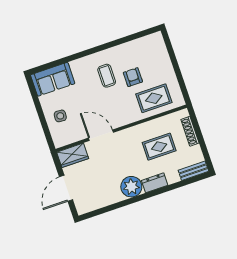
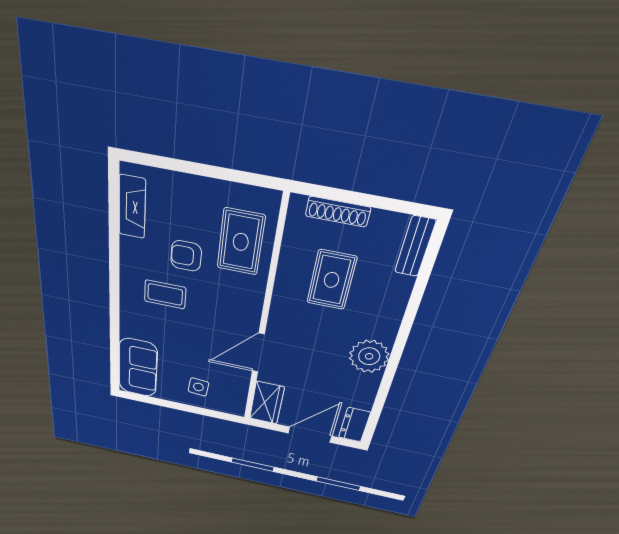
fireplace: (143, 43) -> (132, 207), added
dresser: (155, 183) -> (354, 425), moved
door: (66, 188) -> (310, 435), swing flipped

